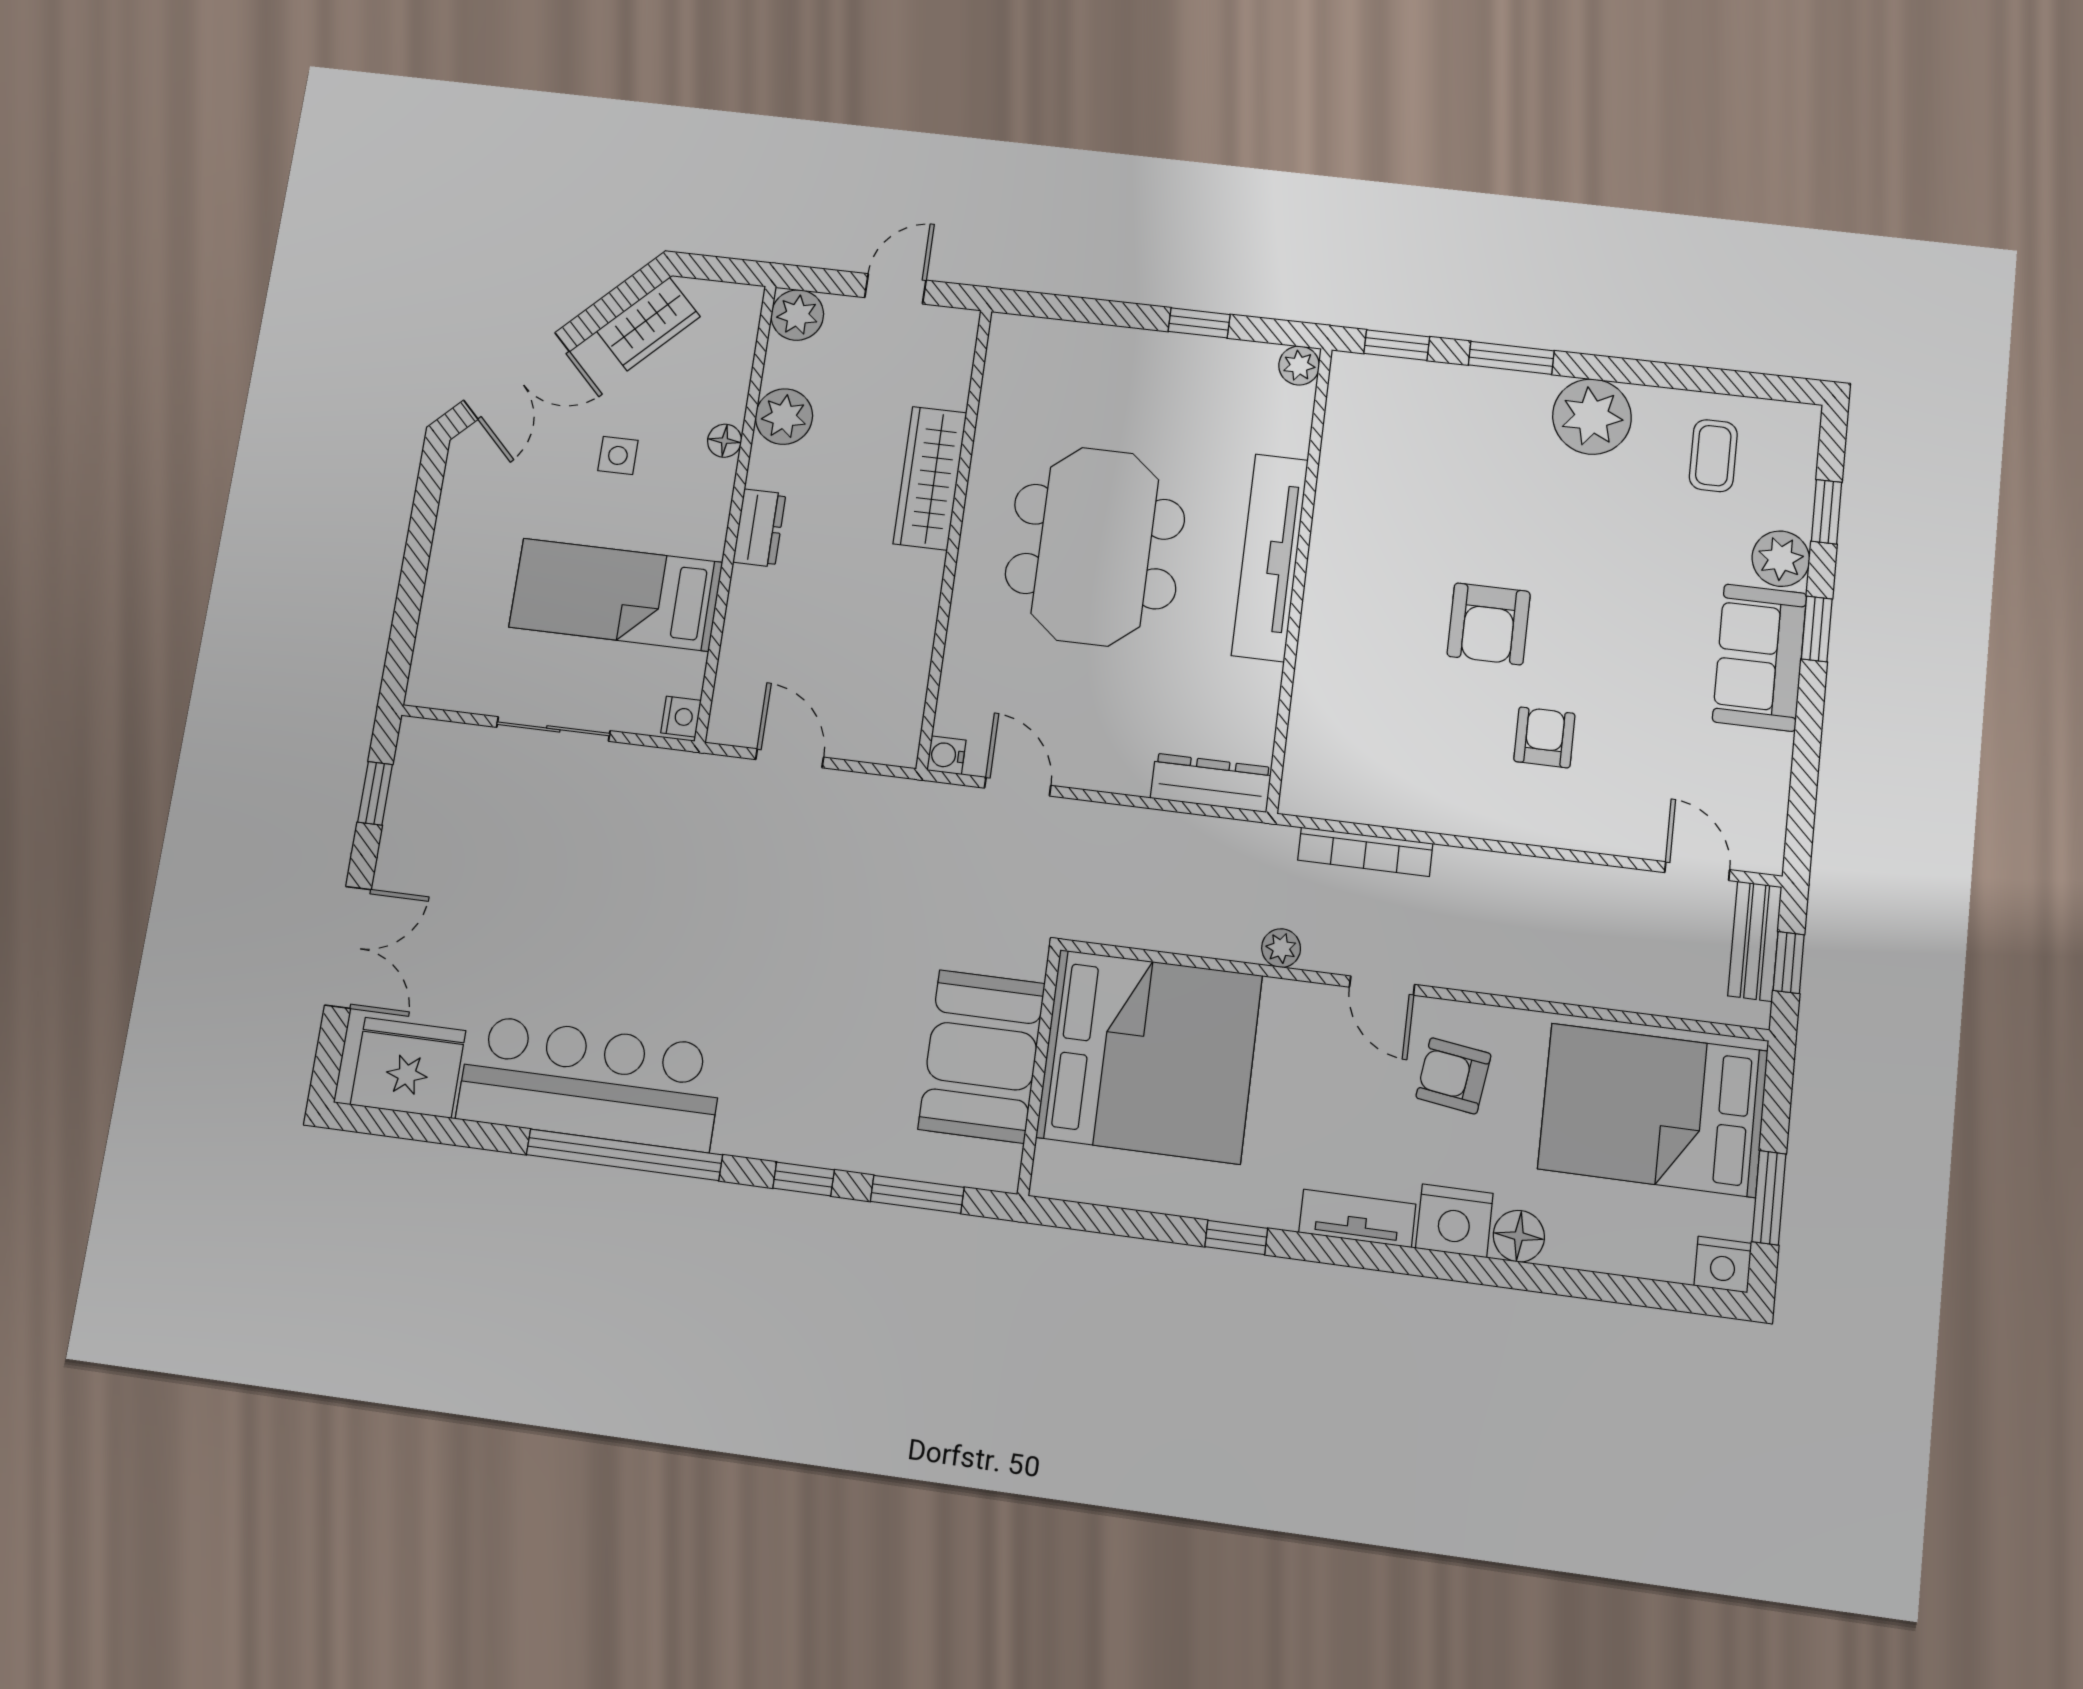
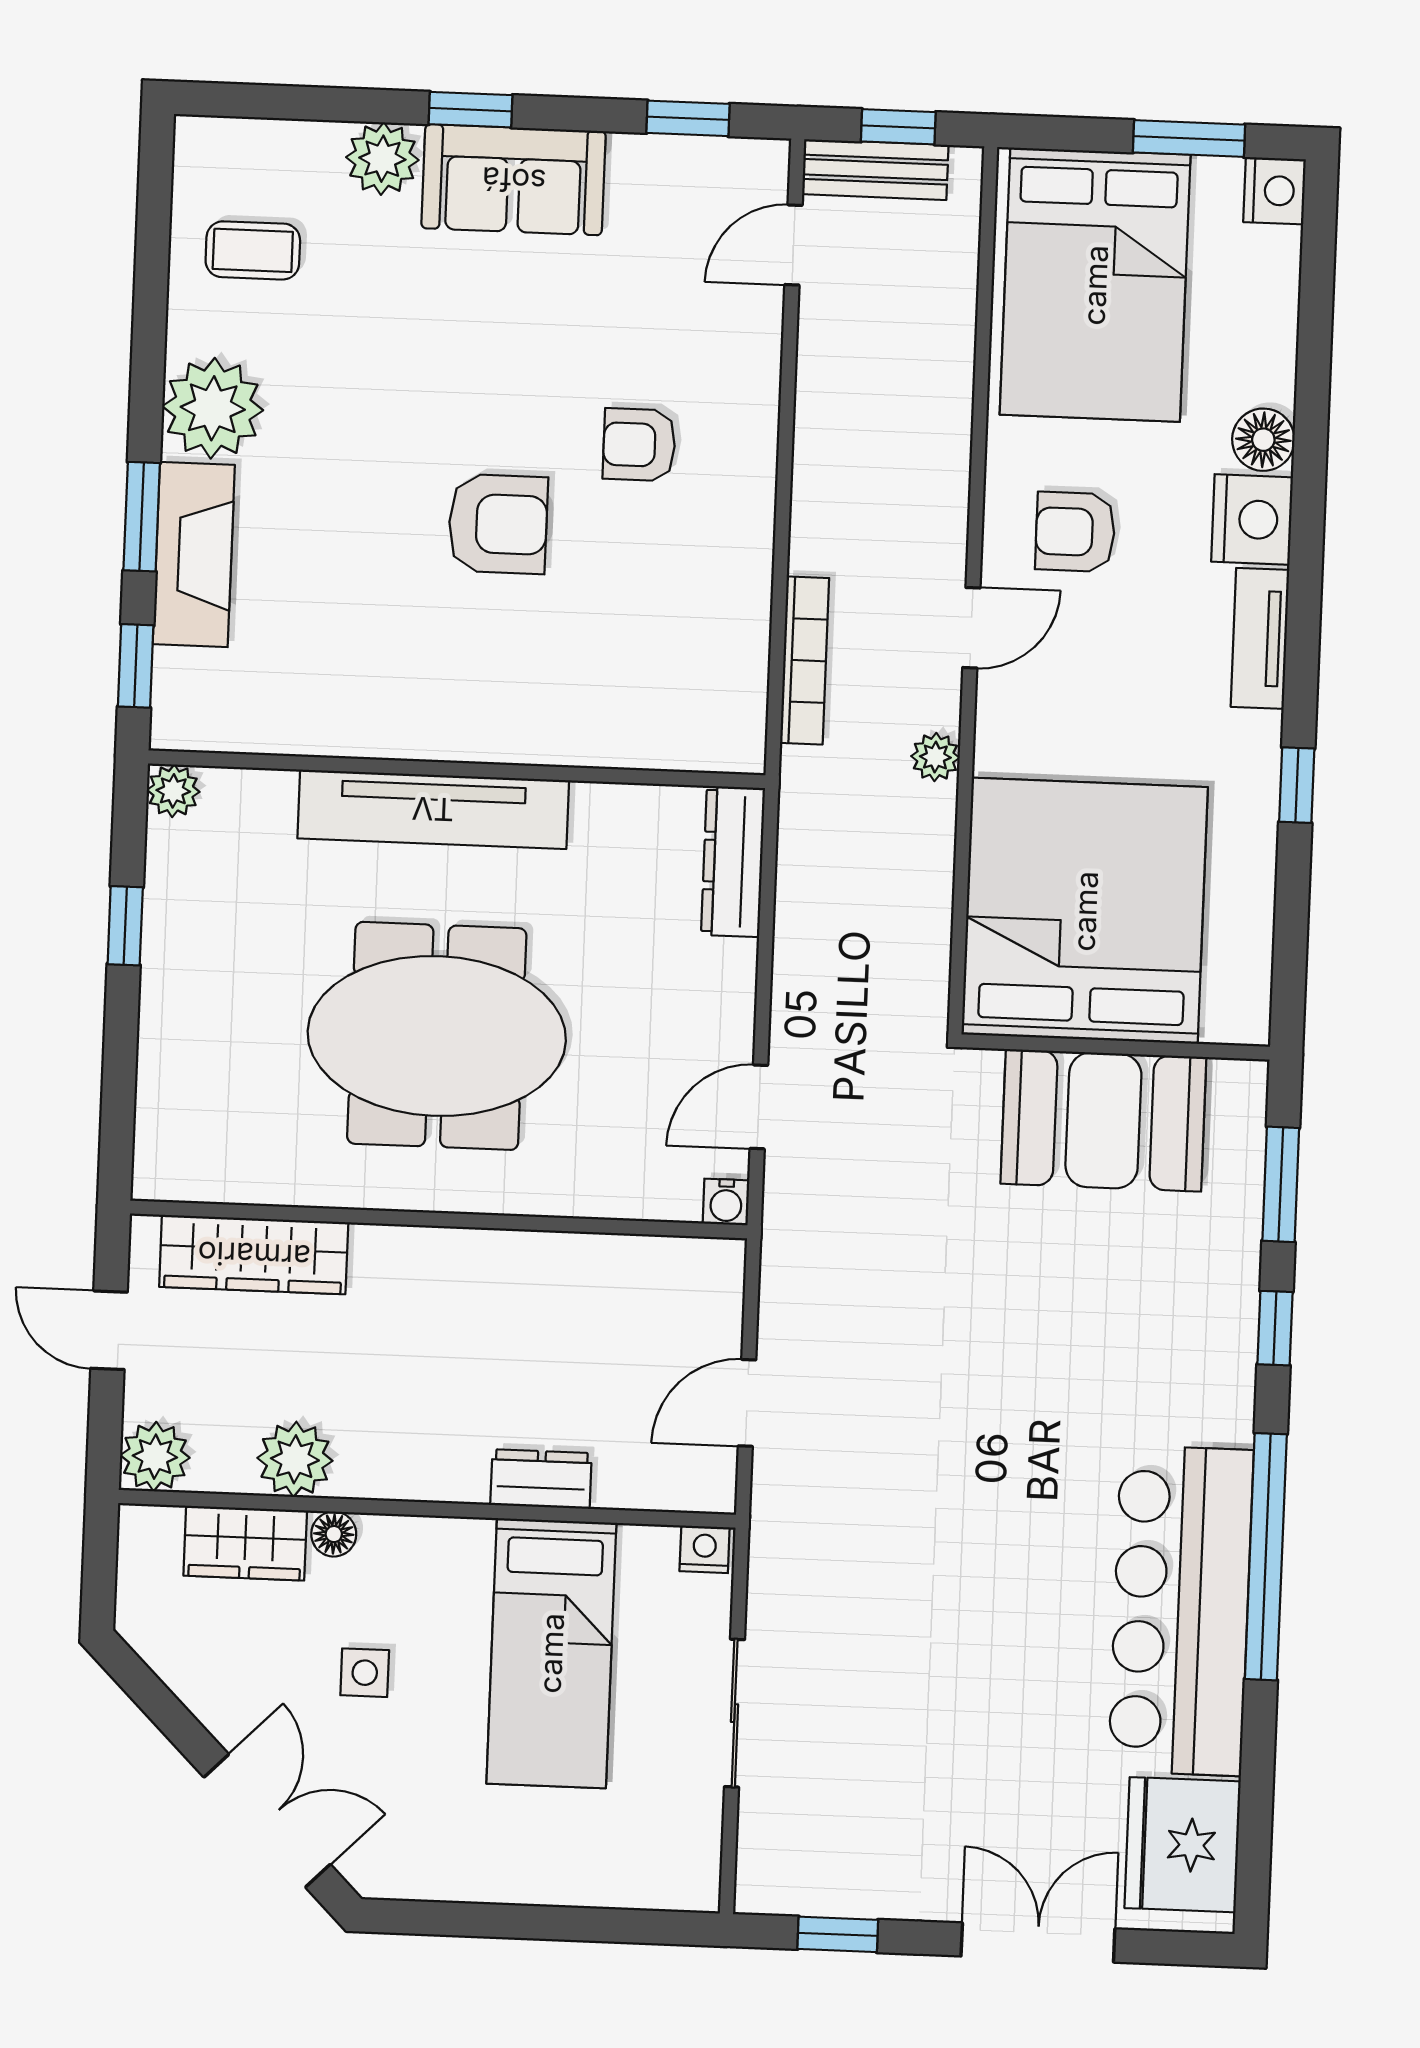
wardrobe: (648, 324) -> (245, 1543), moved, turned 135
fireplace: (1479, 394) -> (194, 555), added
wardrobe: (930, 478) -> (254, 1255), moved
window: (1827, 512) -> (688, 118), moved
dresser: (759, 528) -> (541, 1479), moved
armchair: (1453, 1076) -> (1075, 532), turned 82

